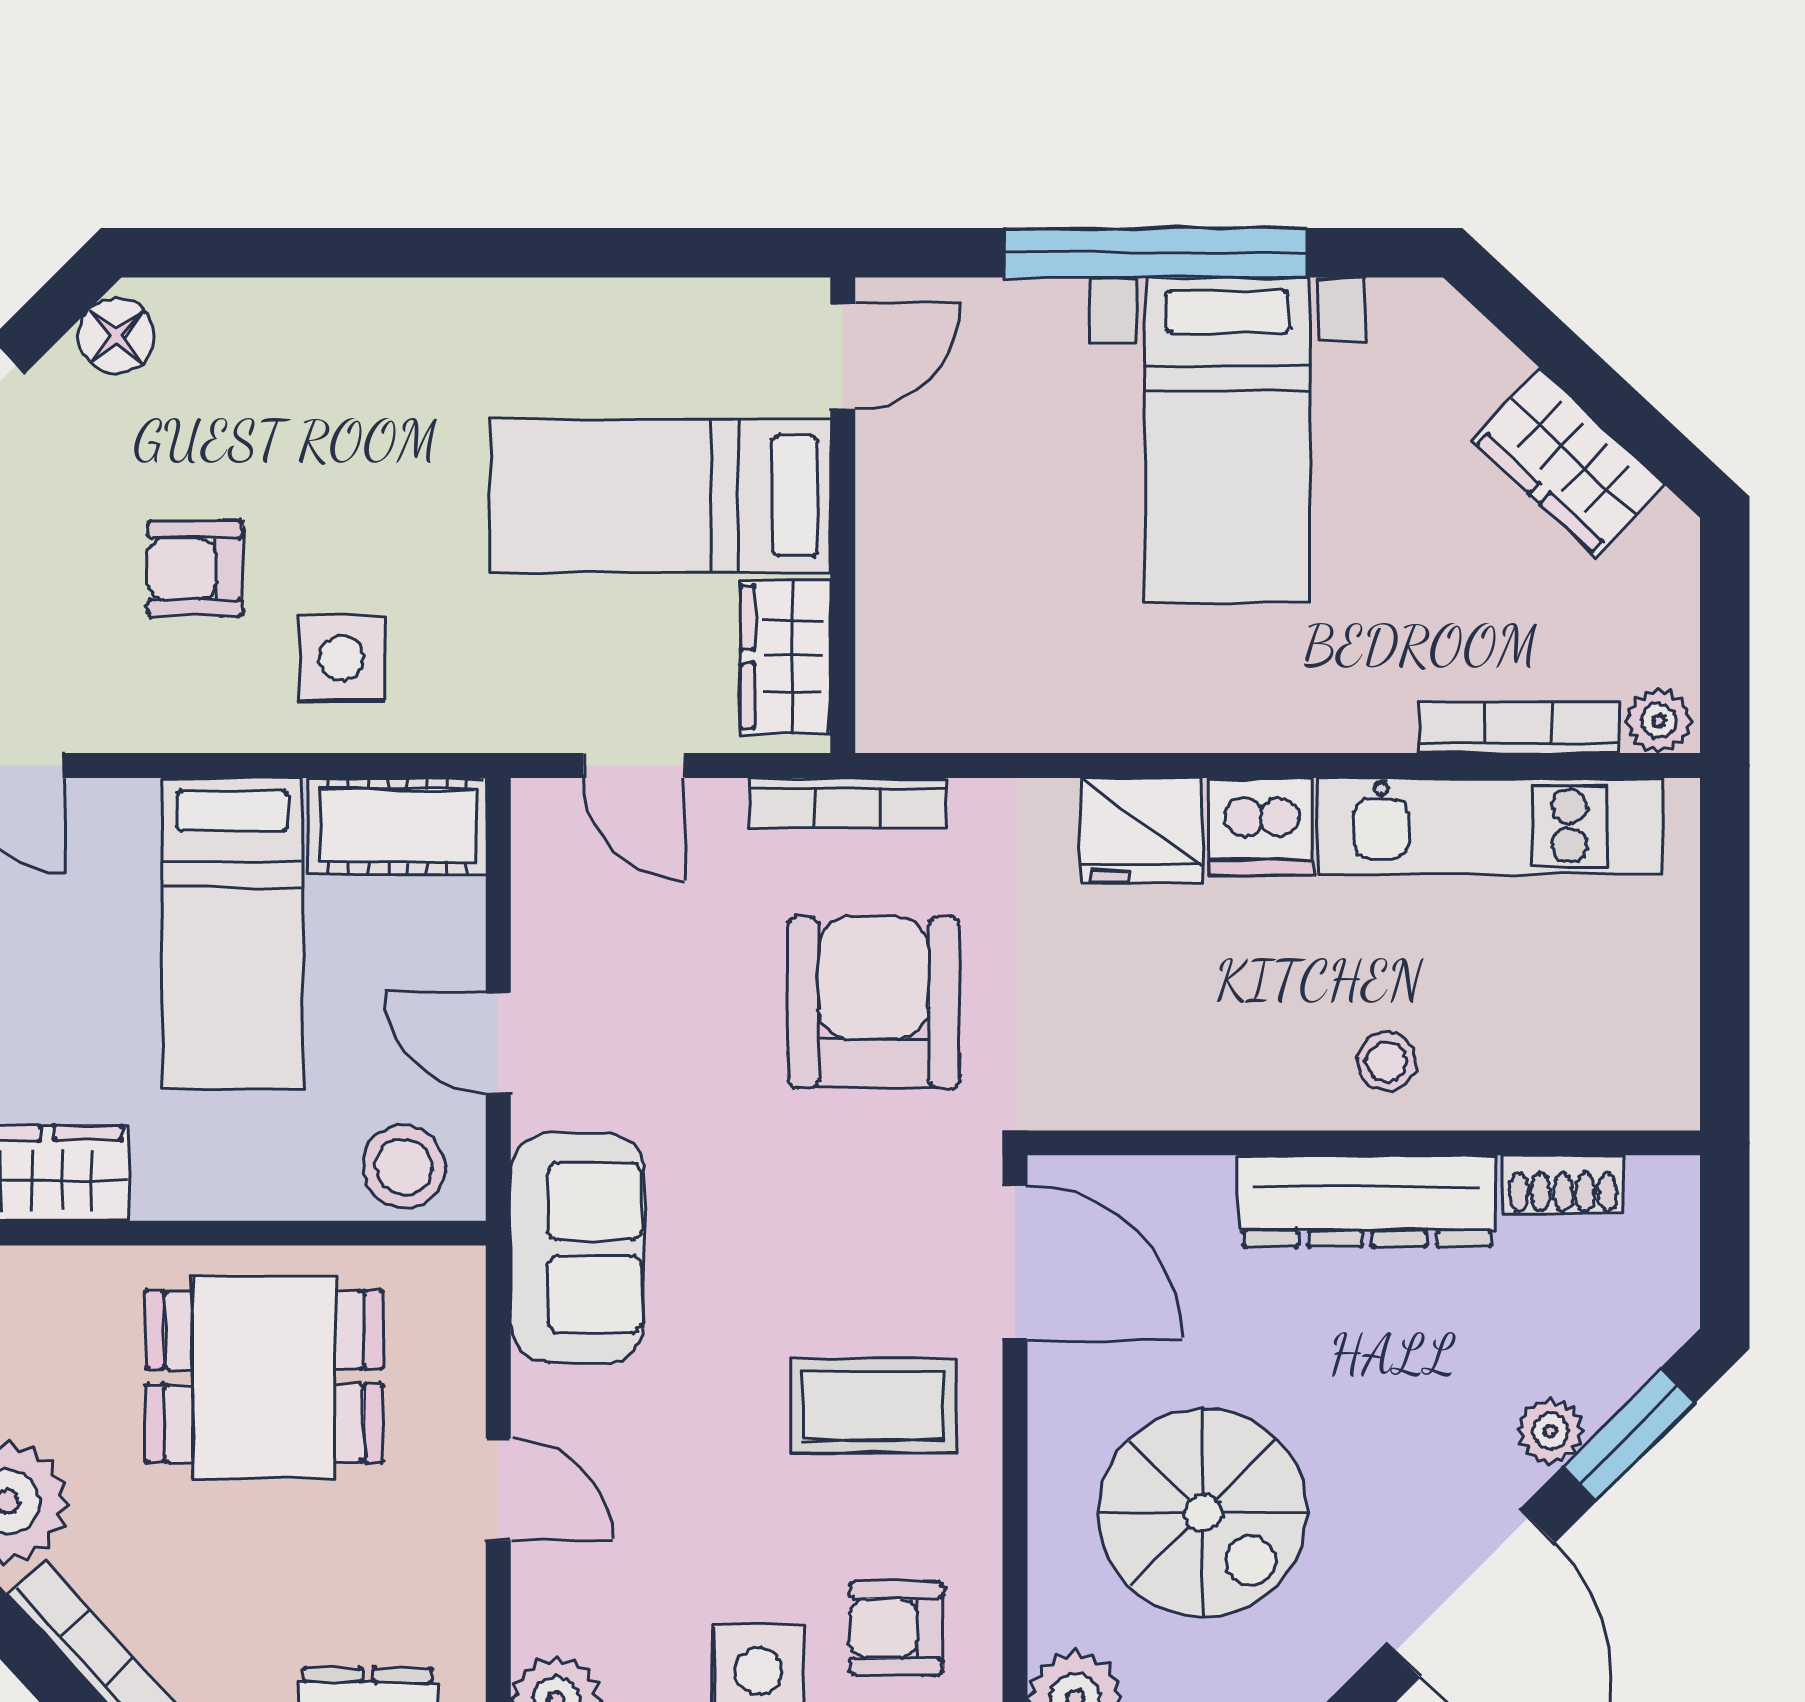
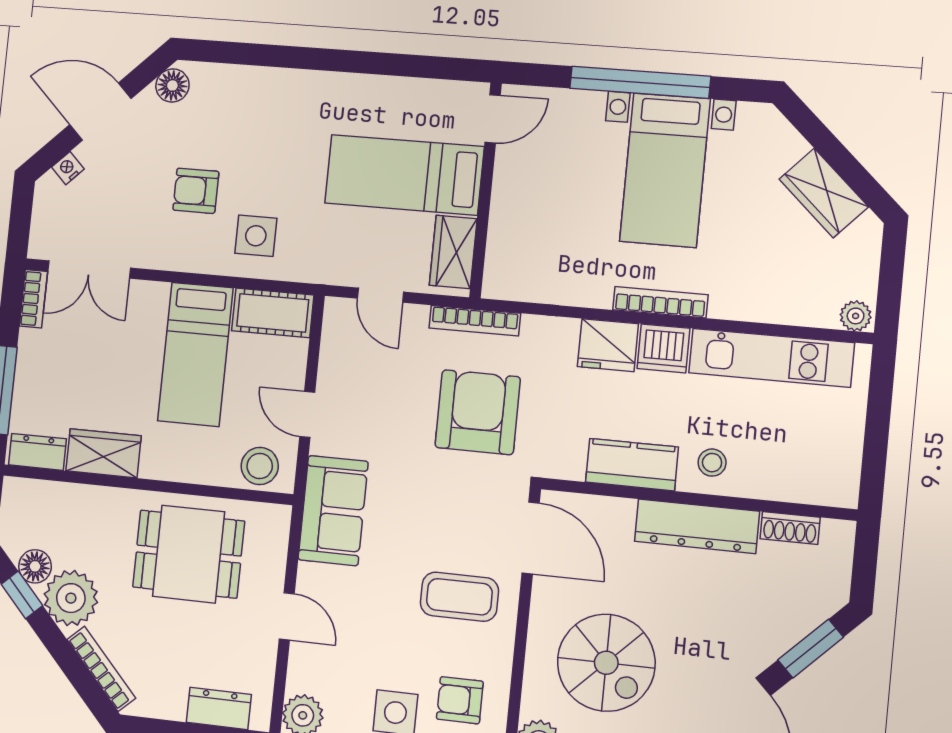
bookcase: (1519, 728) -> (660, 302), moved
kitchen counter: (1217, 1083) -> (632, 465), added
plant: (1550, 1431) -> (773, 643), removed

